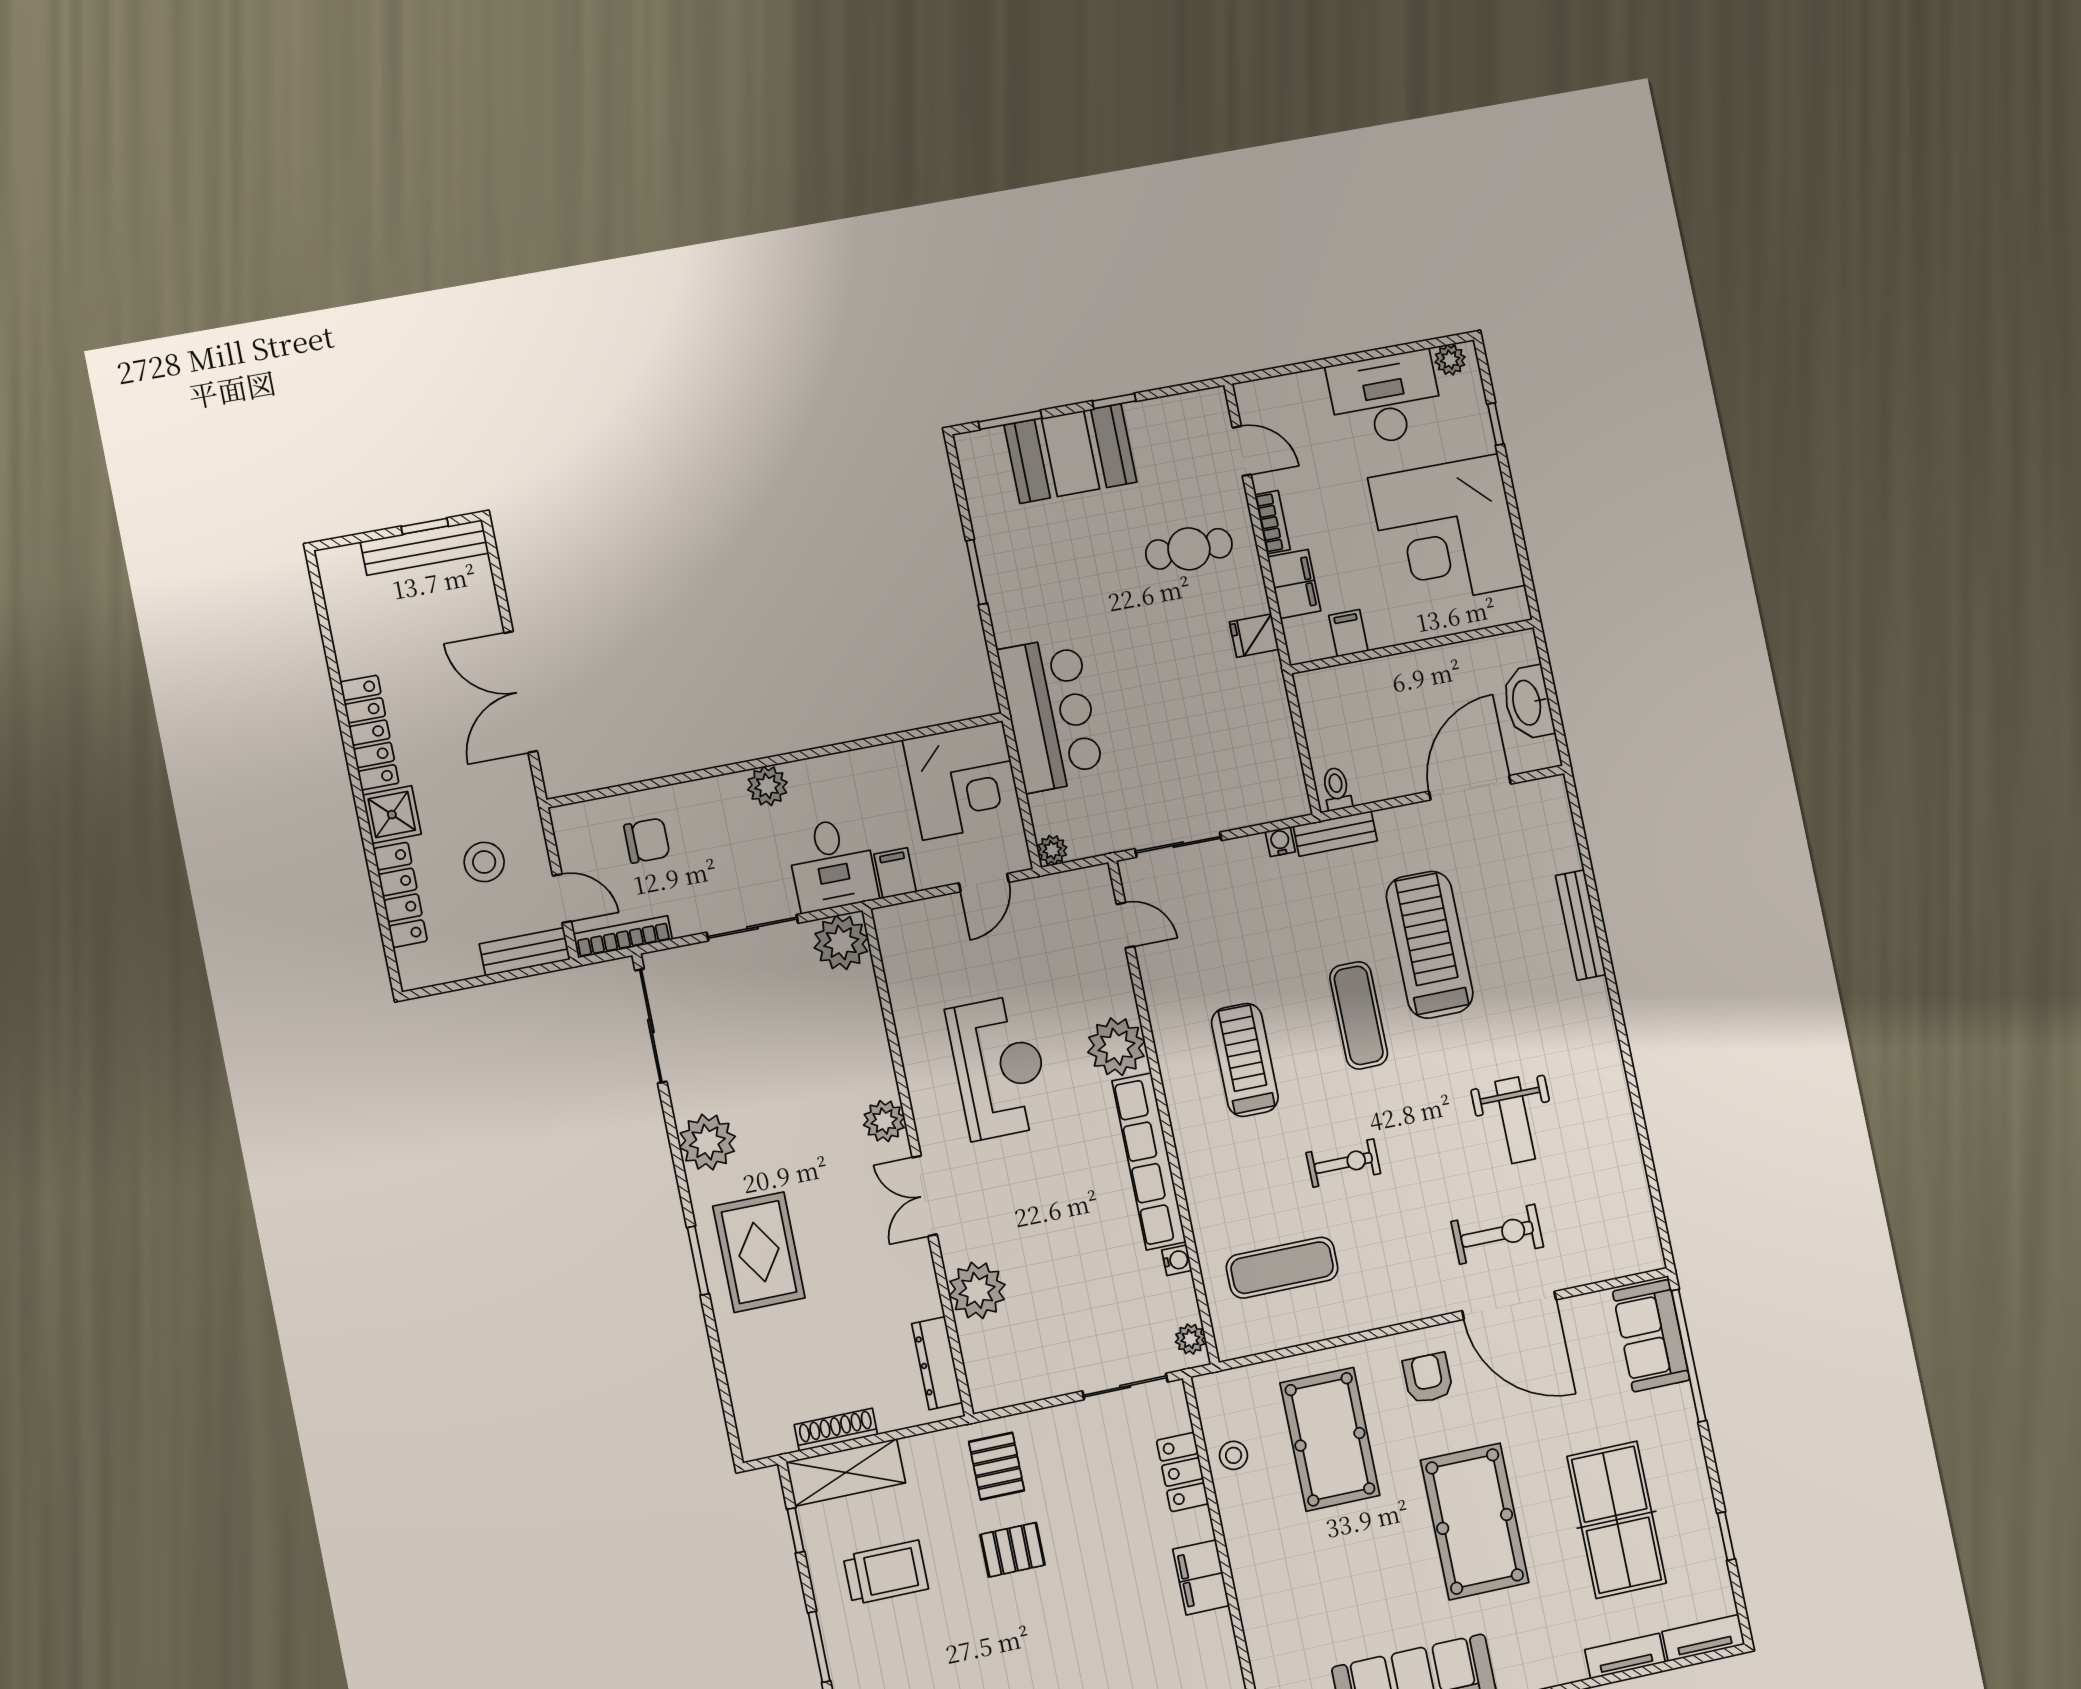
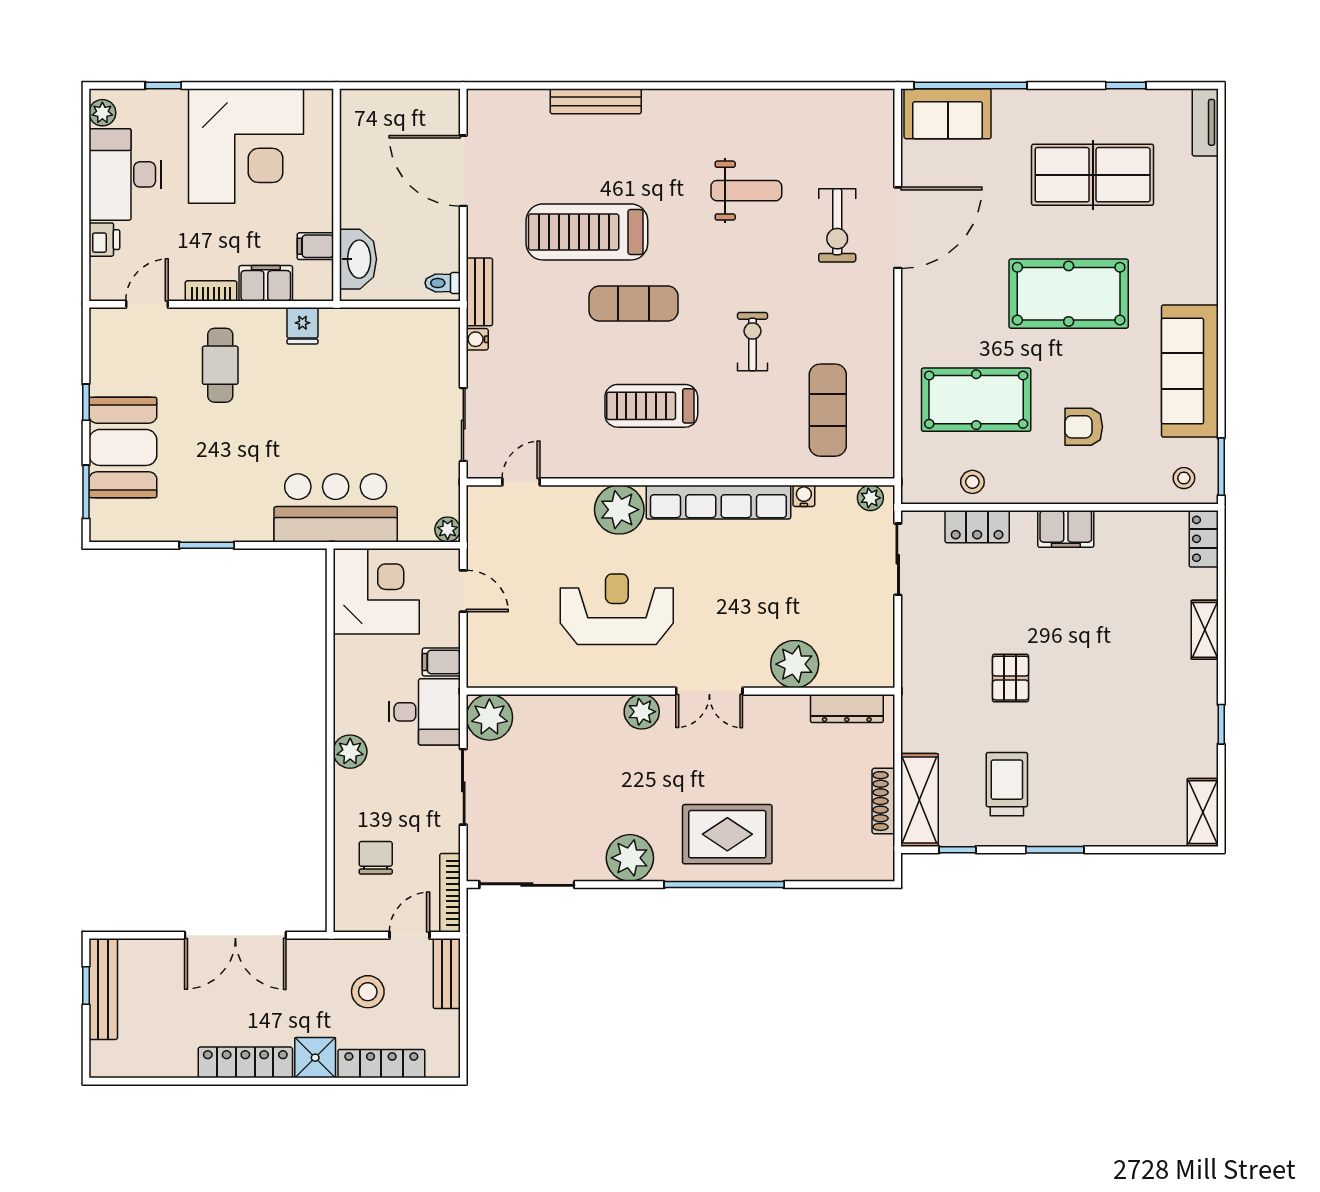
printer: (1306, 388) -> (104, 240), added
washbasin: (1528, 702) -> (358, 259), moved, turned -90
exercise bike: (1497, 1234) -> (837, 225), turned 180
window: (698, 1261) -> (724, 885), width x2.11
armchair: (1428, 1378) -> (1084, 427), moved
pallet: (997, 1466) -> (940, 677), removed
tv unit: (1625, 1656) -> (1206, 191), removed

